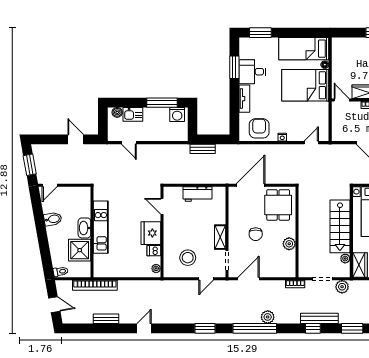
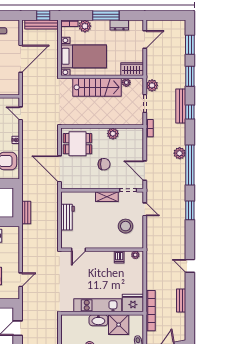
fridge: (151, 233) -> (133, 303), moved, turned 180

